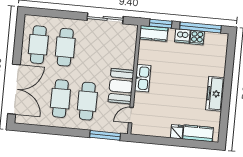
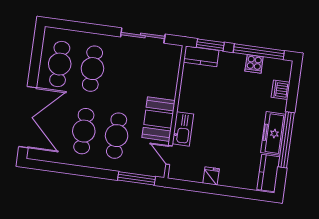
dishwasher: (182, 36) -> (281, 90), moved, turned 90
kitchen sink: (143, 78) -> (183, 129), moved
window: (226, 99) -> (286, 140), added
door: (131, 115) -> (169, 155), hinge flipped
fridge: (177, 132) -> (211, 176), moved
kitchen counter: (198, 133) -> (268, 173), moved, turned -90

